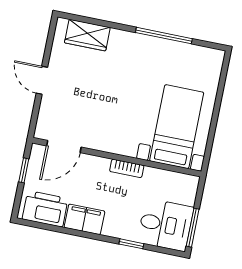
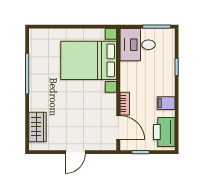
bed with nightstands: (177, 127) -> (89, 60), width x1.36
bookcase: (127, 168) -> (125, 104), moved
filing cabinet: (84, 219) -> (166, 103), width x0.50
desk: (165, 225) -> (138, 45), moved, turned -90

